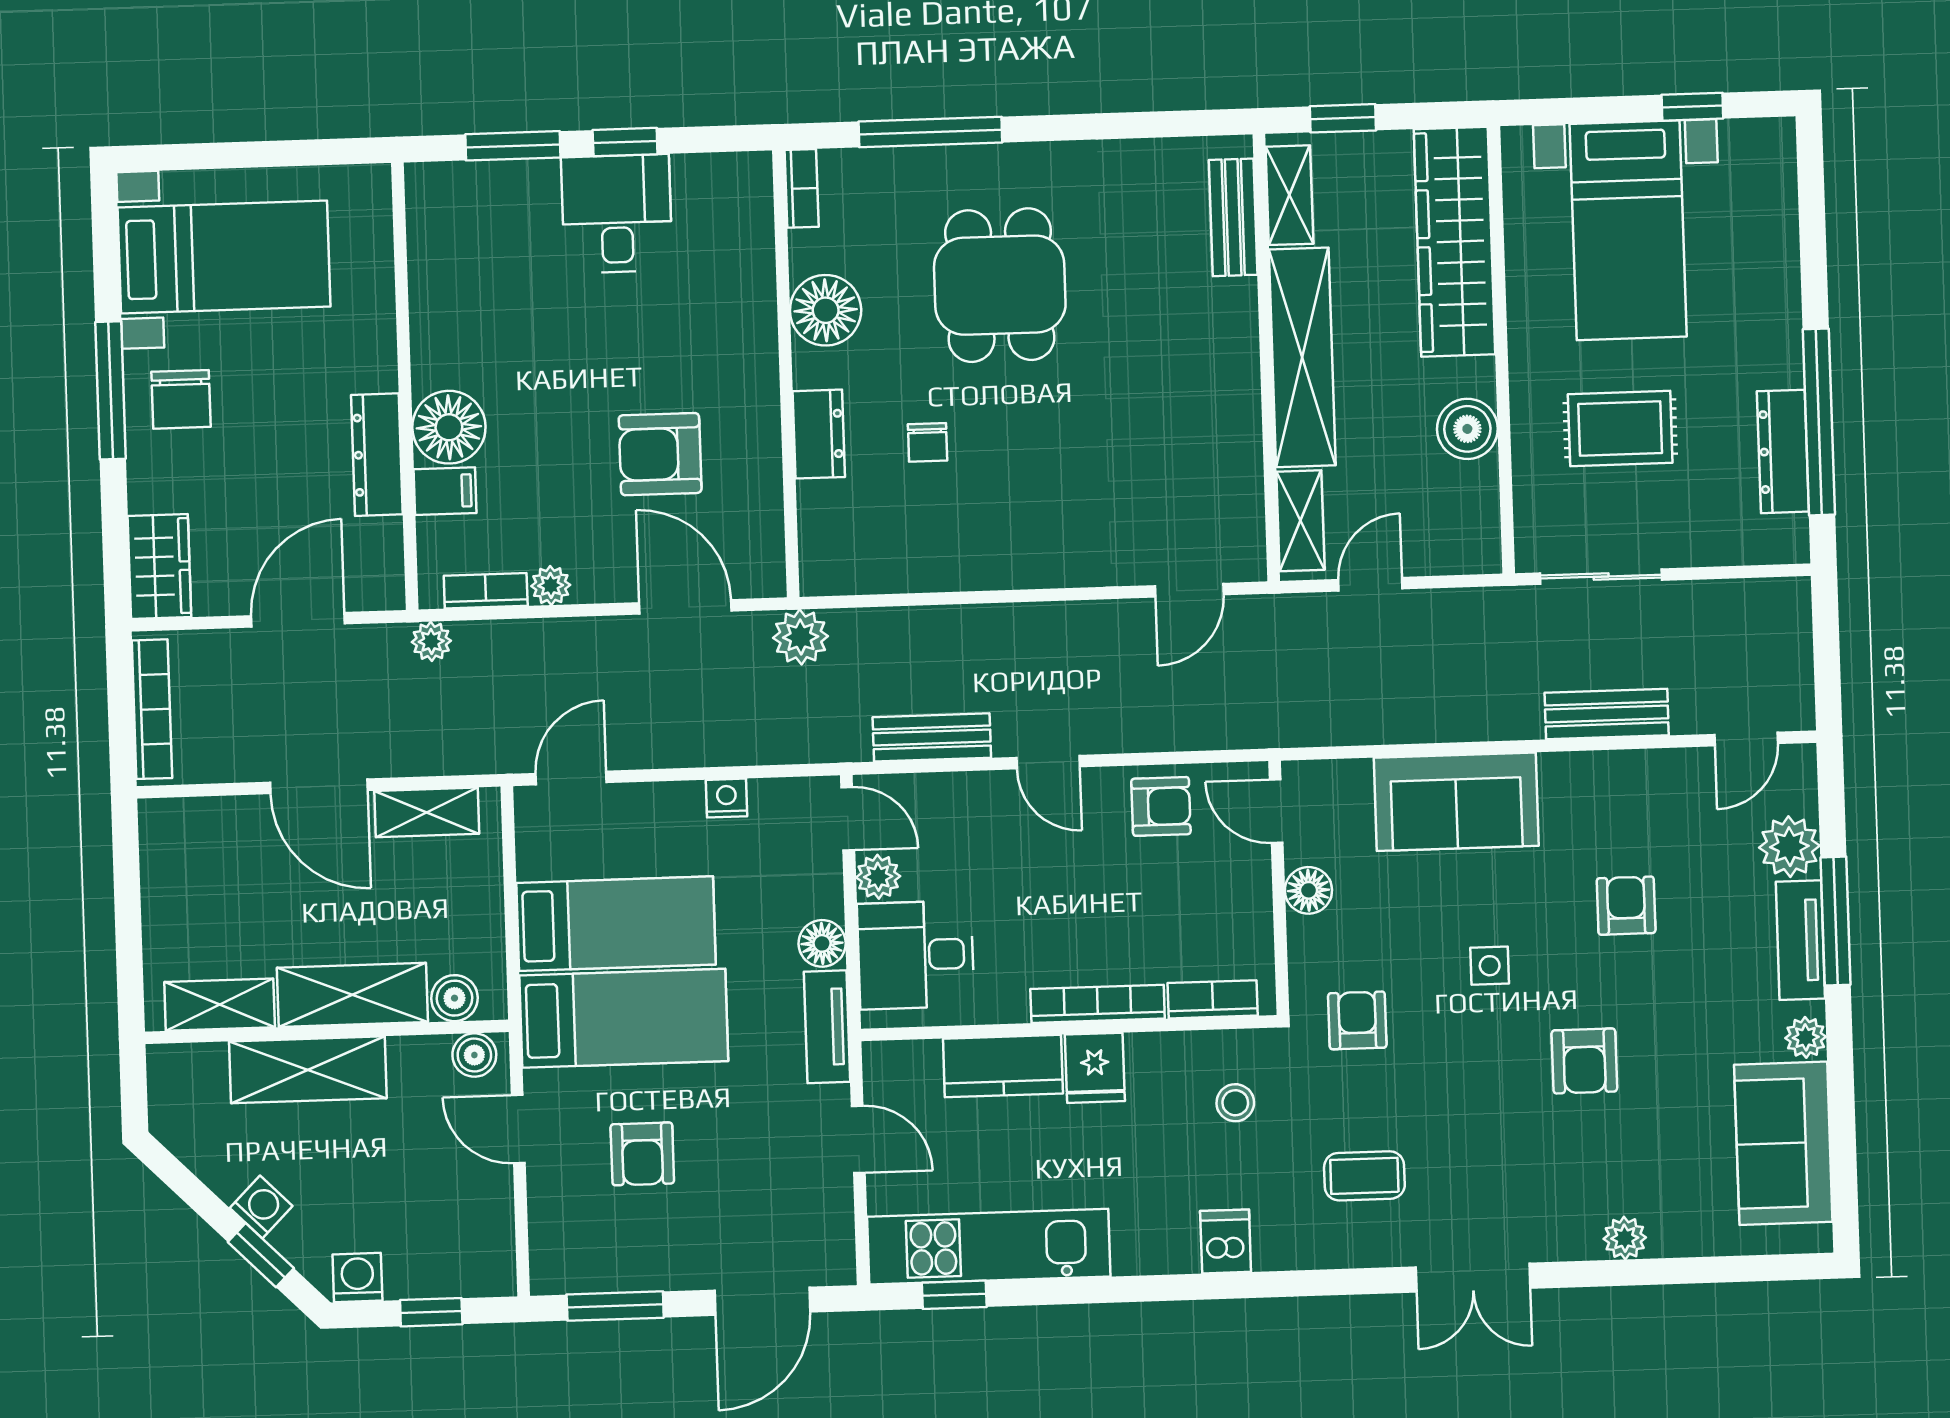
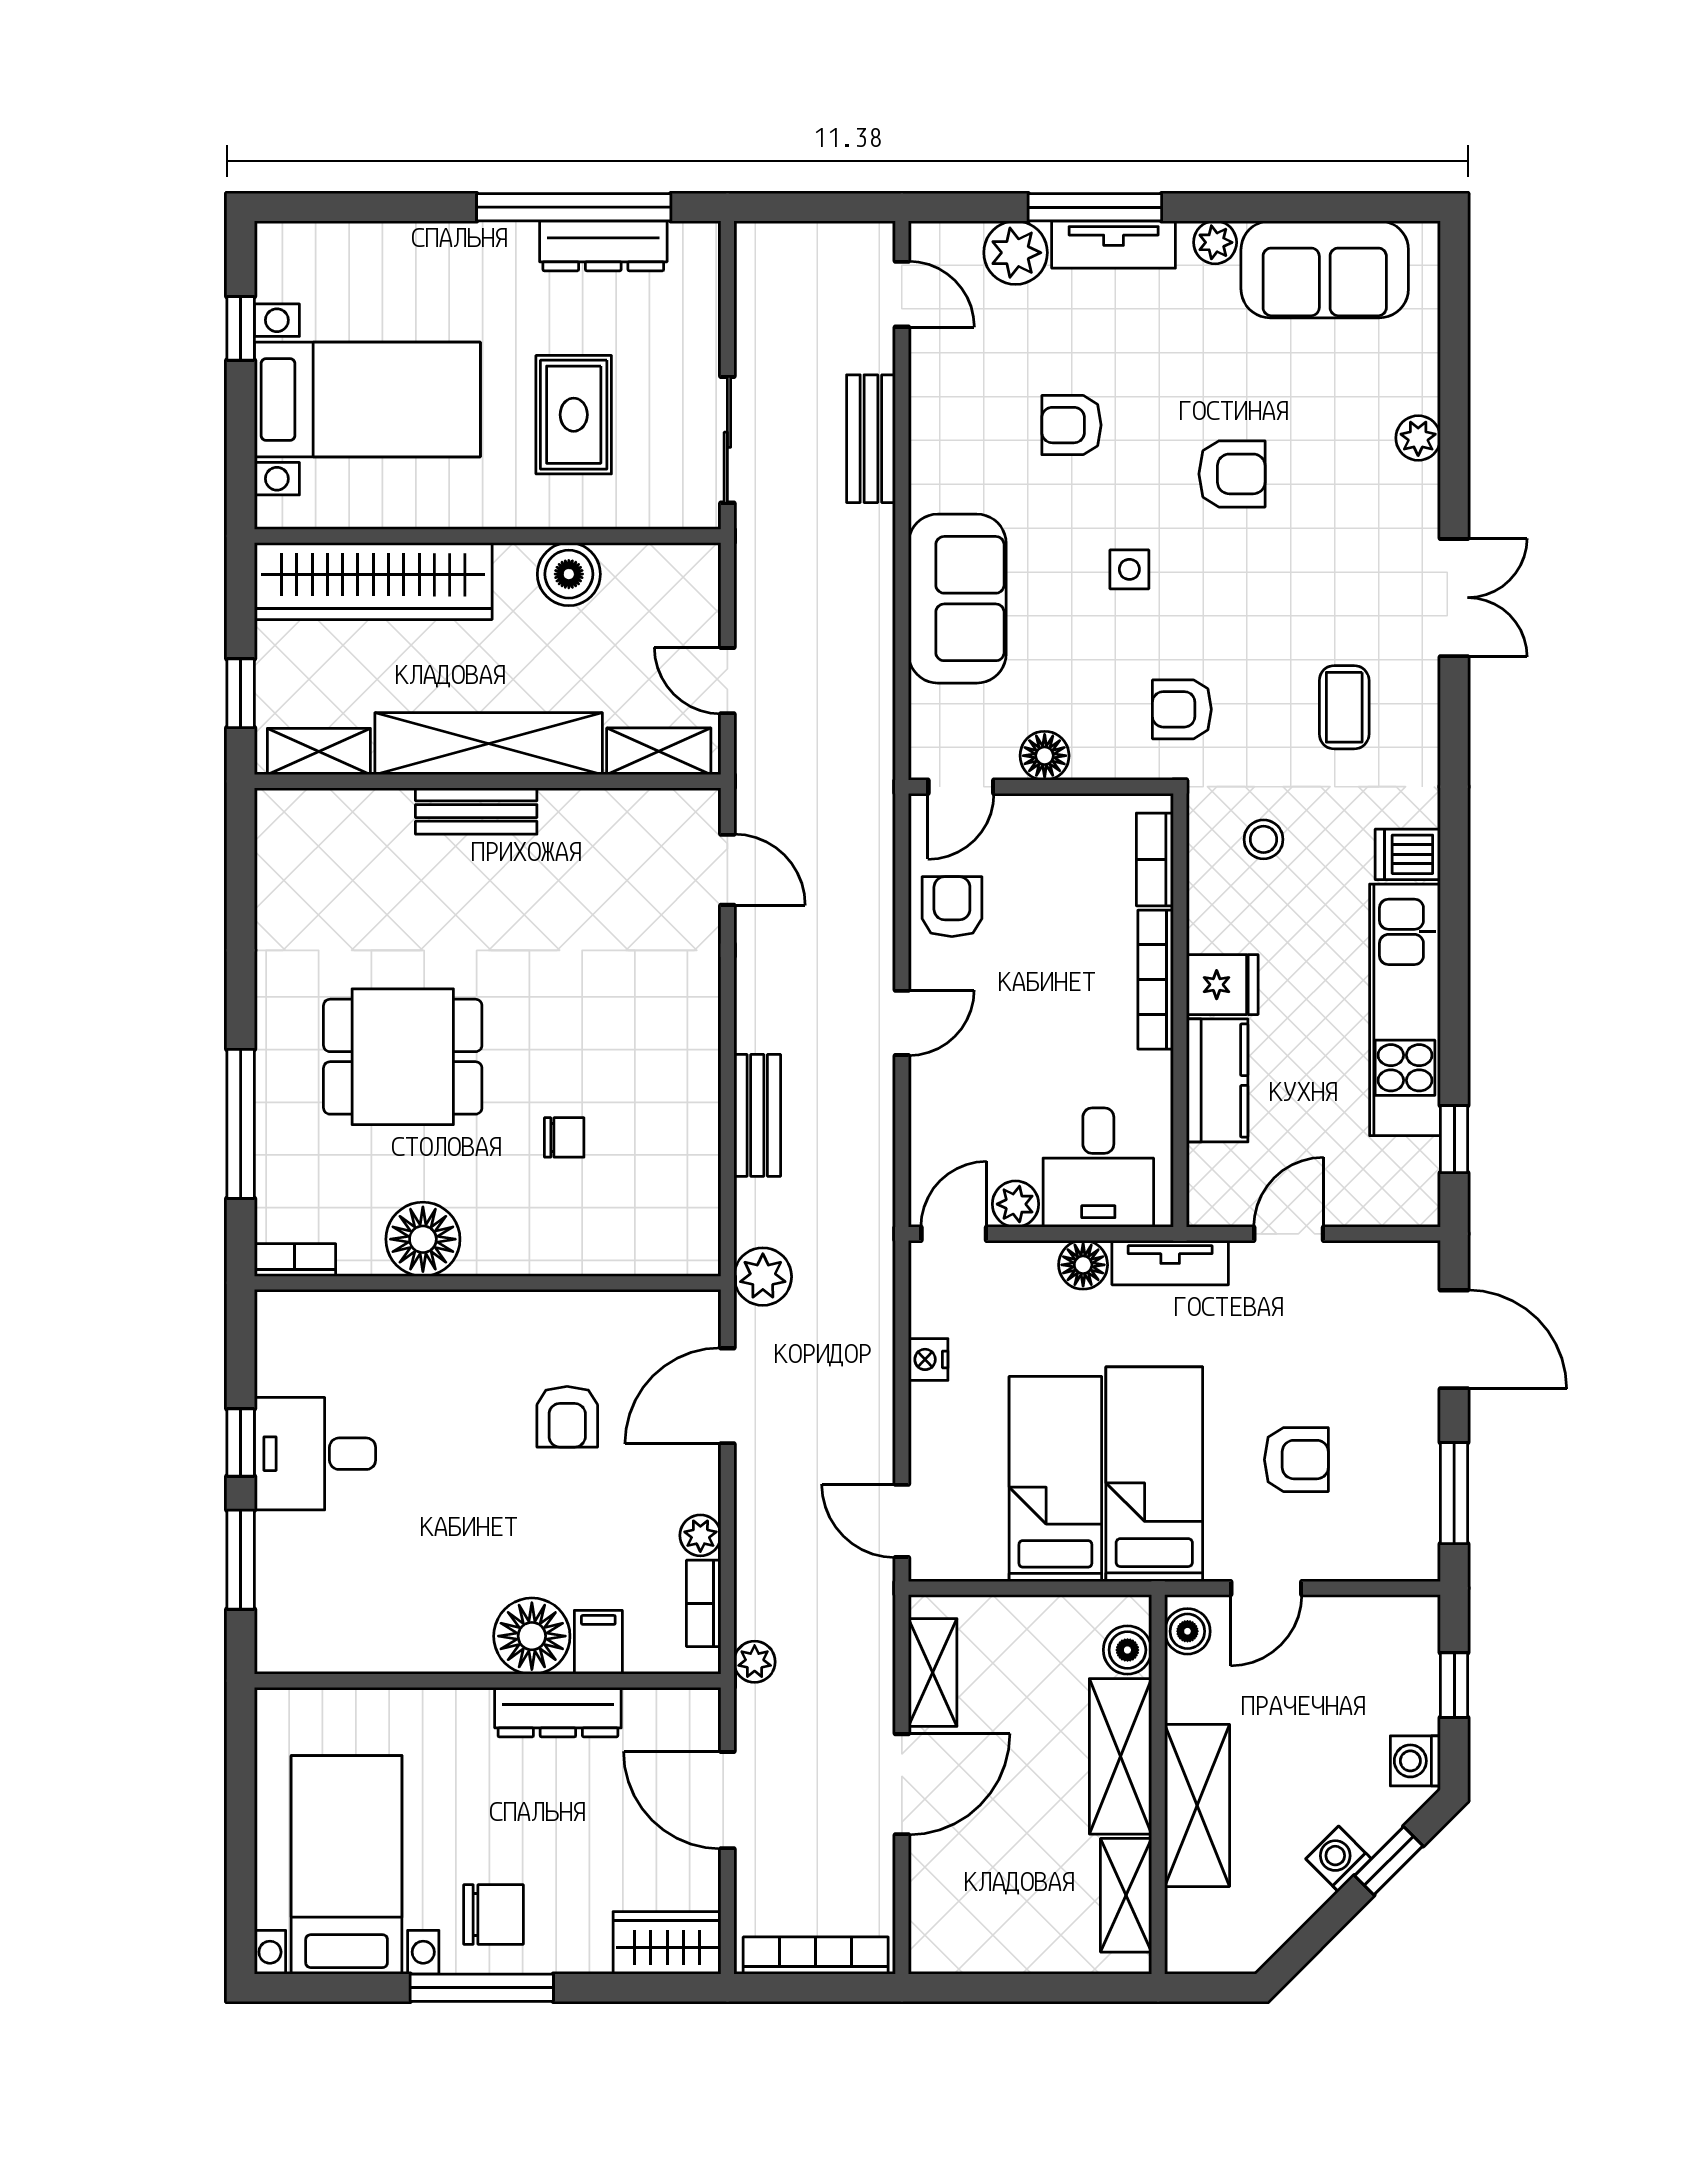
bench: (1233, 217) -> (476, 811), moved
dresser: (819, 434) -> (552, 1251), removed
armchair: (660, 454) -> (567, 1417), width x0.72, depth x0.72
bench: (932, 737) -> (757, 1115), moved
kitchen unit: (989, 1247) -> (1405, 1010), moved

